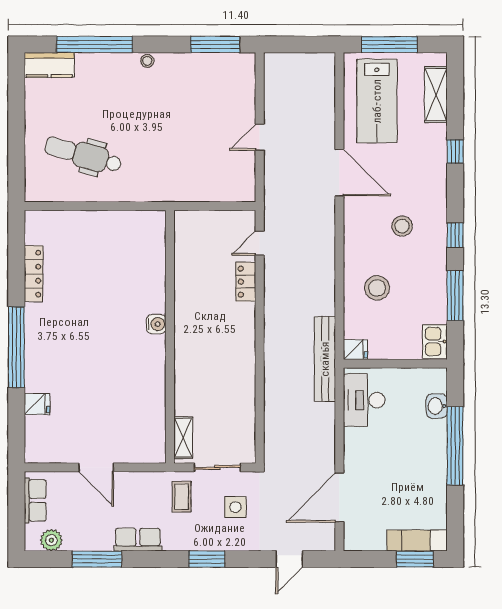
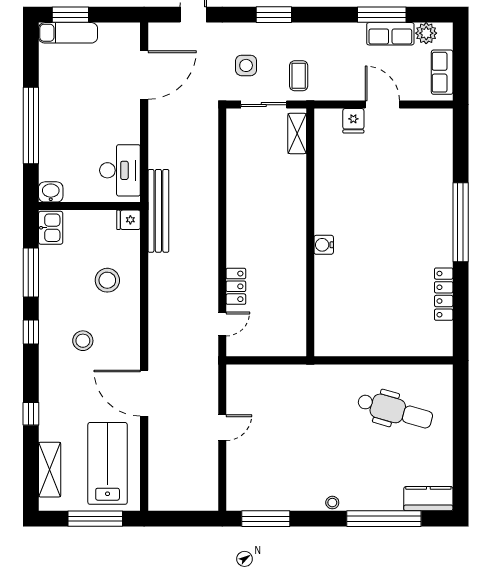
fridge: (37, 404) -> (353, 121), moved, turned -90
washbasin: (437, 406) -> (51, 192), moved, turned -90
row of seats: (138, 540) -> (390, 34), moved

